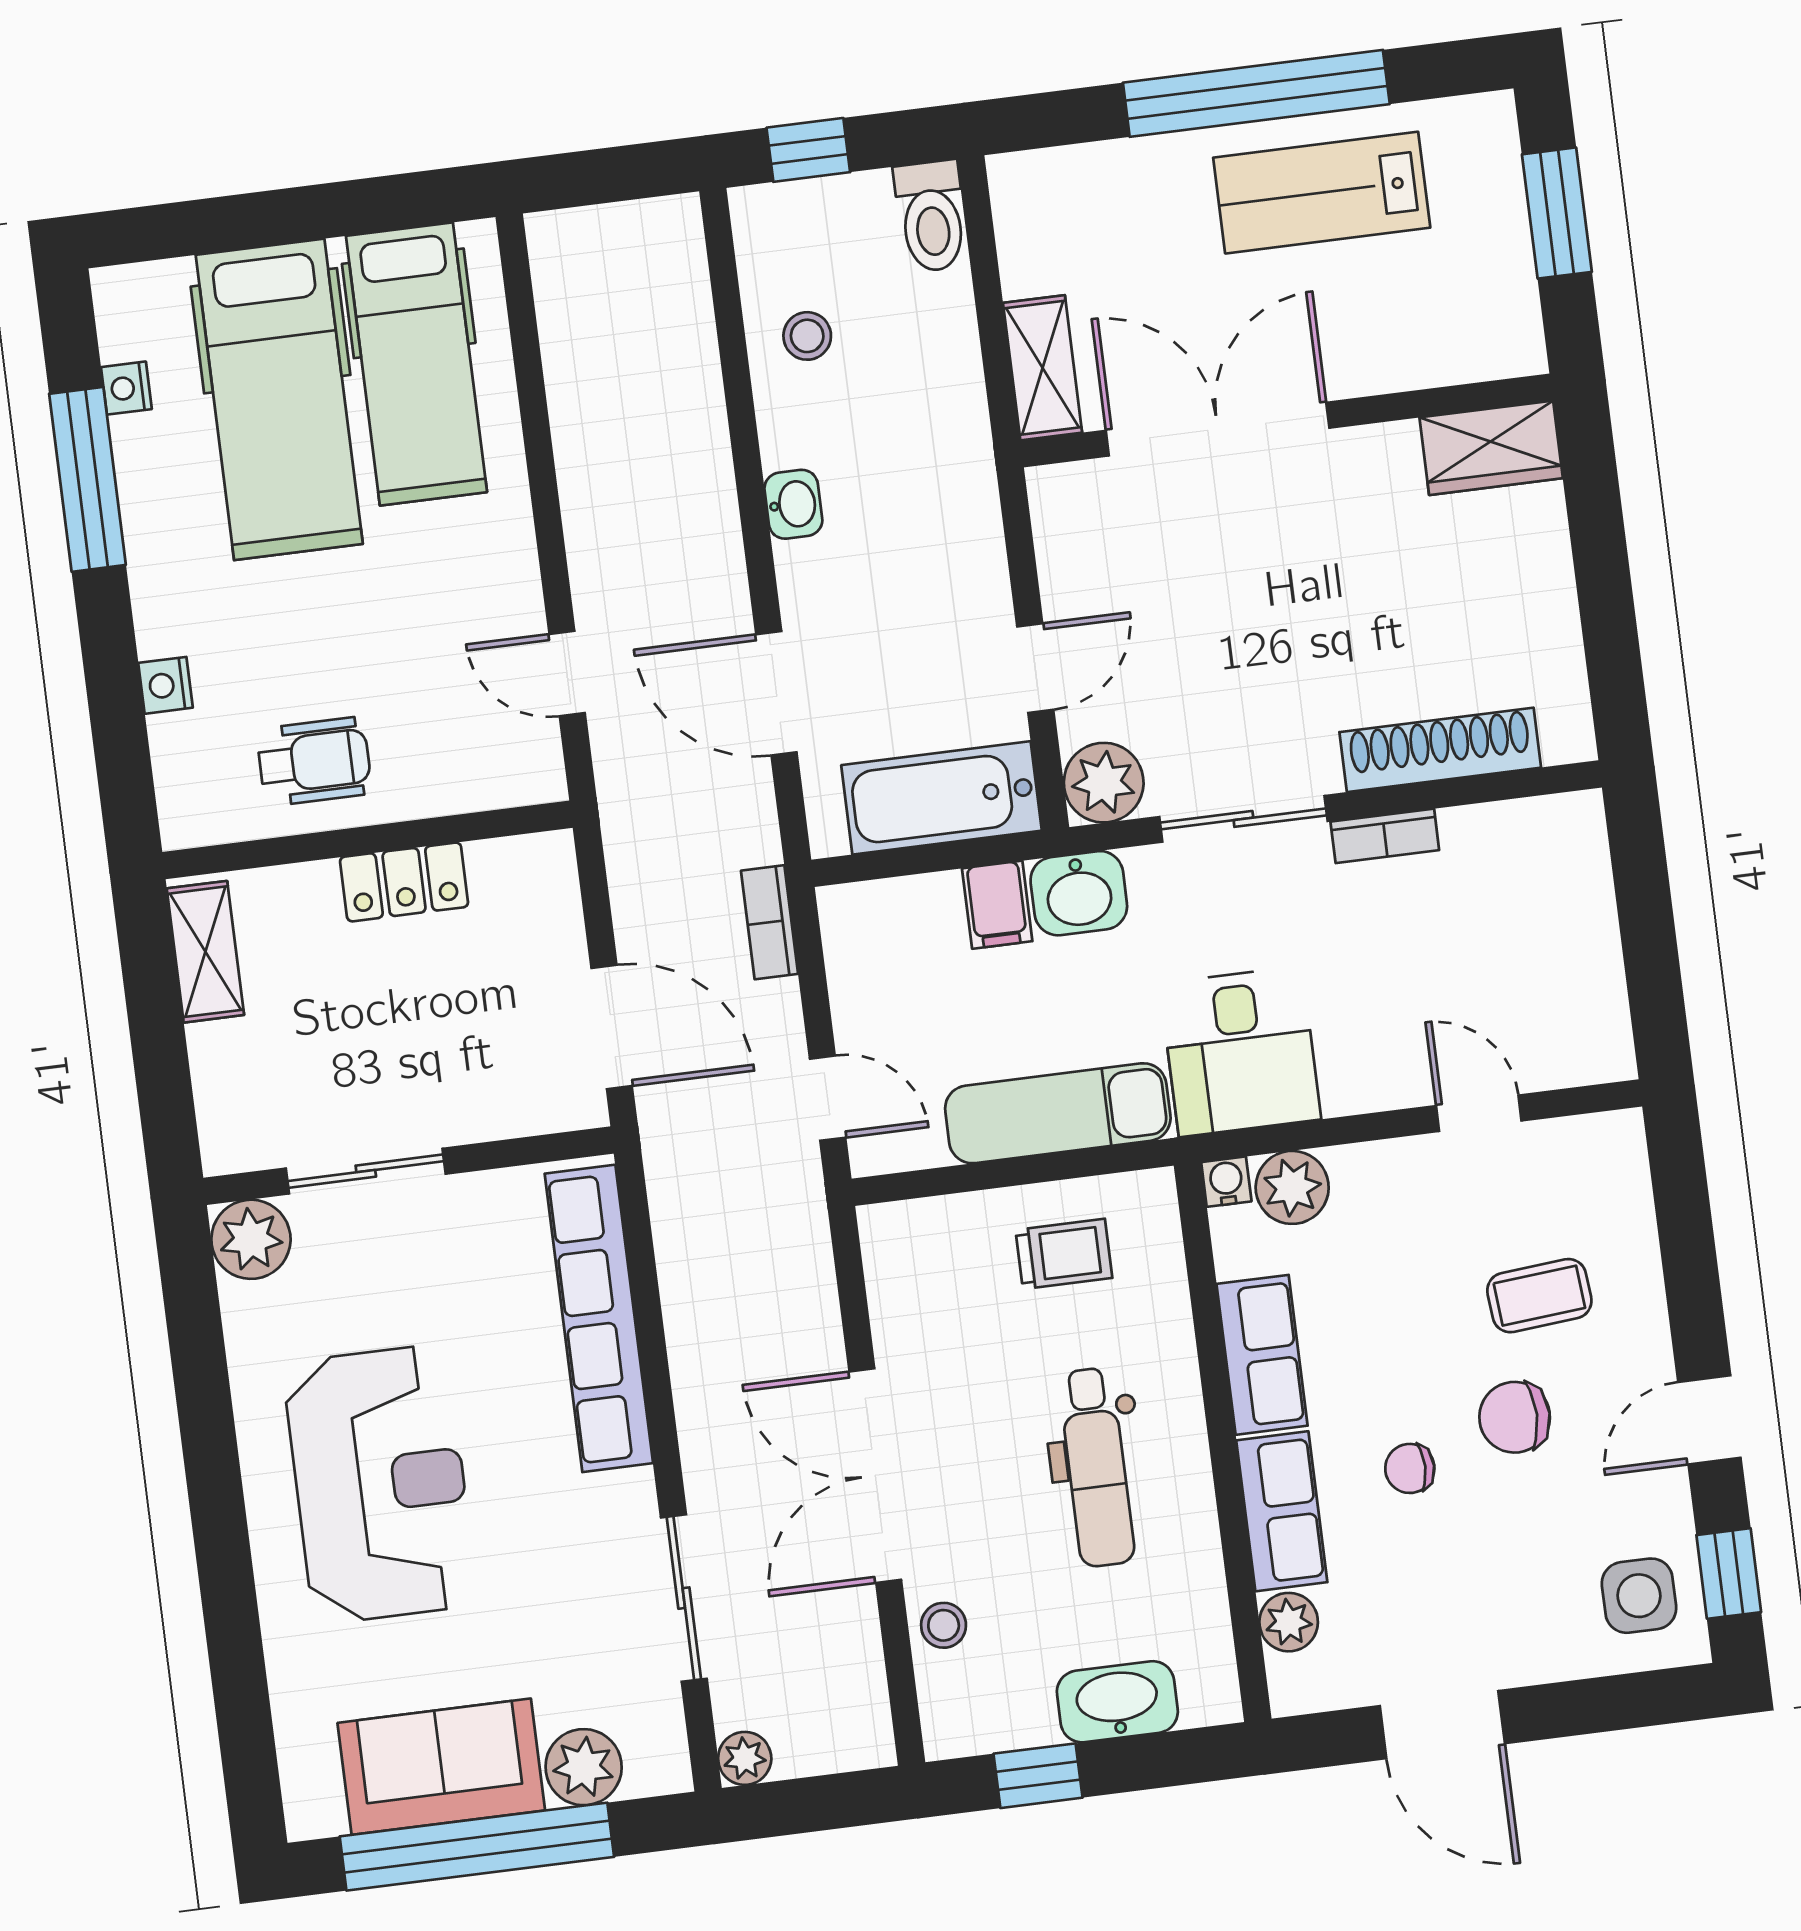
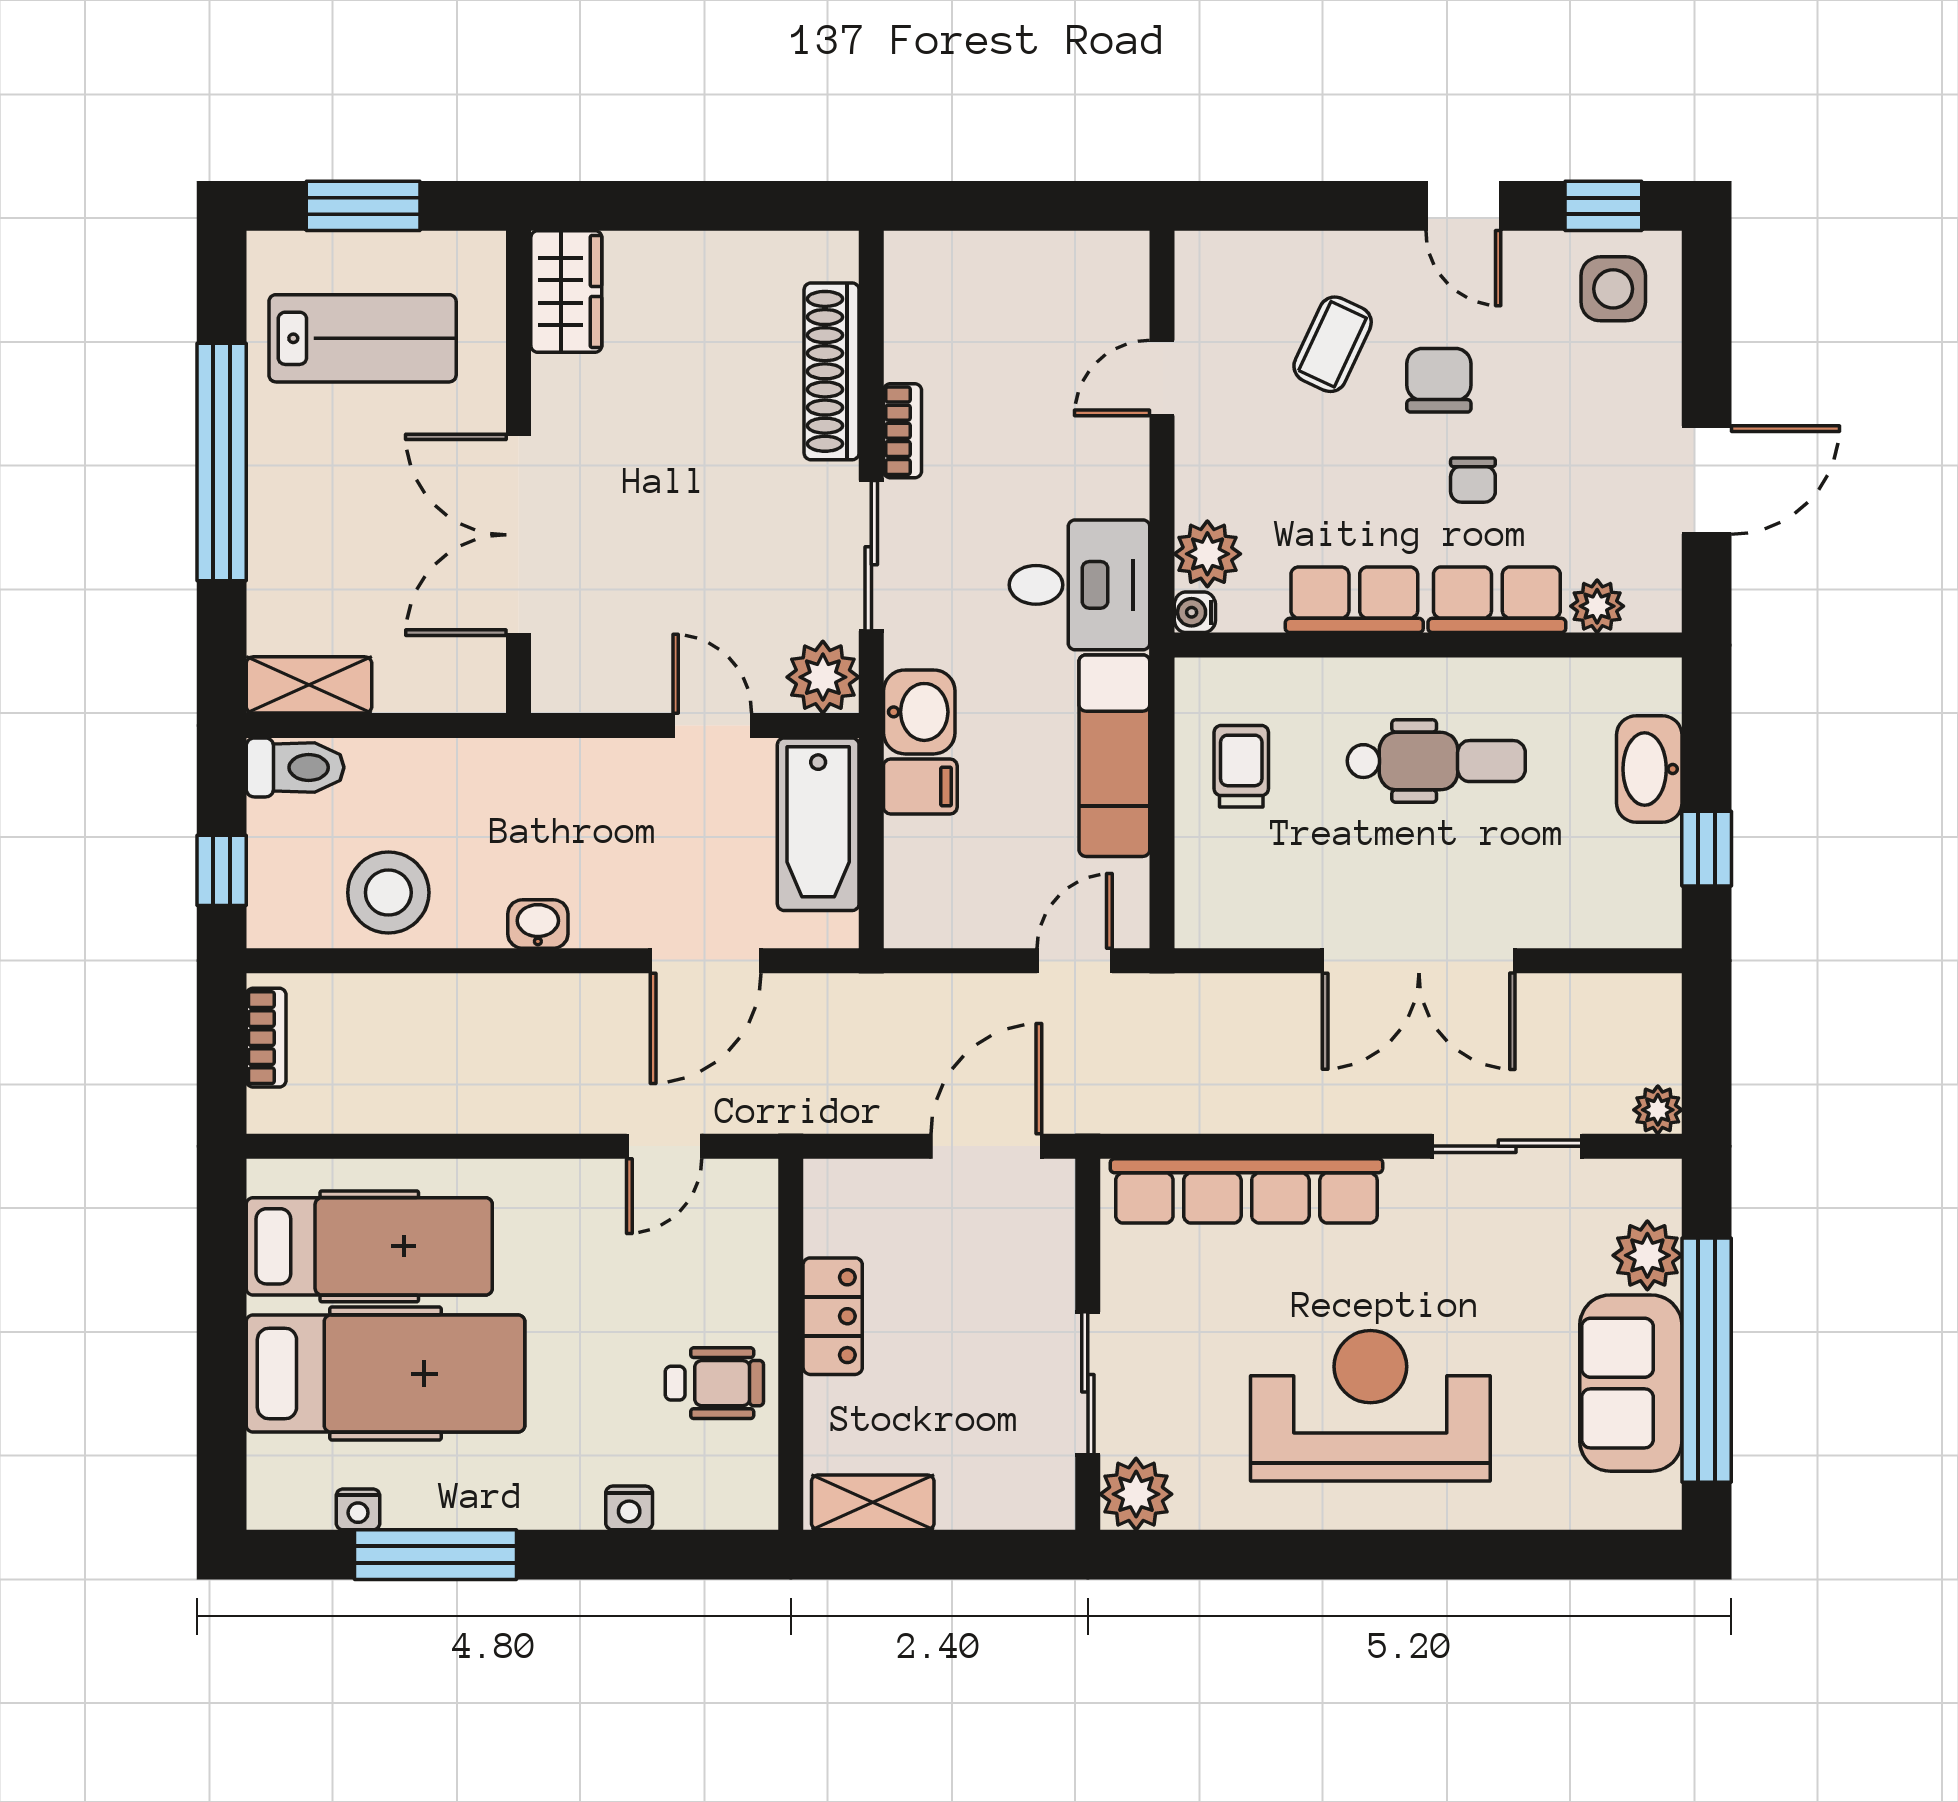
lab bench: (1322, 193) -> (363, 338), moved, turned -90
stool: (807, 336) -> (388, 893), width x1.89, depth x1.89
shelving: (1043, 368) -> (309, 685), moved
wheelchair: (314, 761) -> (714, 1383), turned 90
bookcase: (769, 922) -> (266, 1038), moved, turned -90
coffee table: (1539, 1296) -> (1333, 344), turned 30
chair: (1515, 1417) -> (1439, 380), turned 180
stool: (944, 1625) -> (1561, 916), removed

